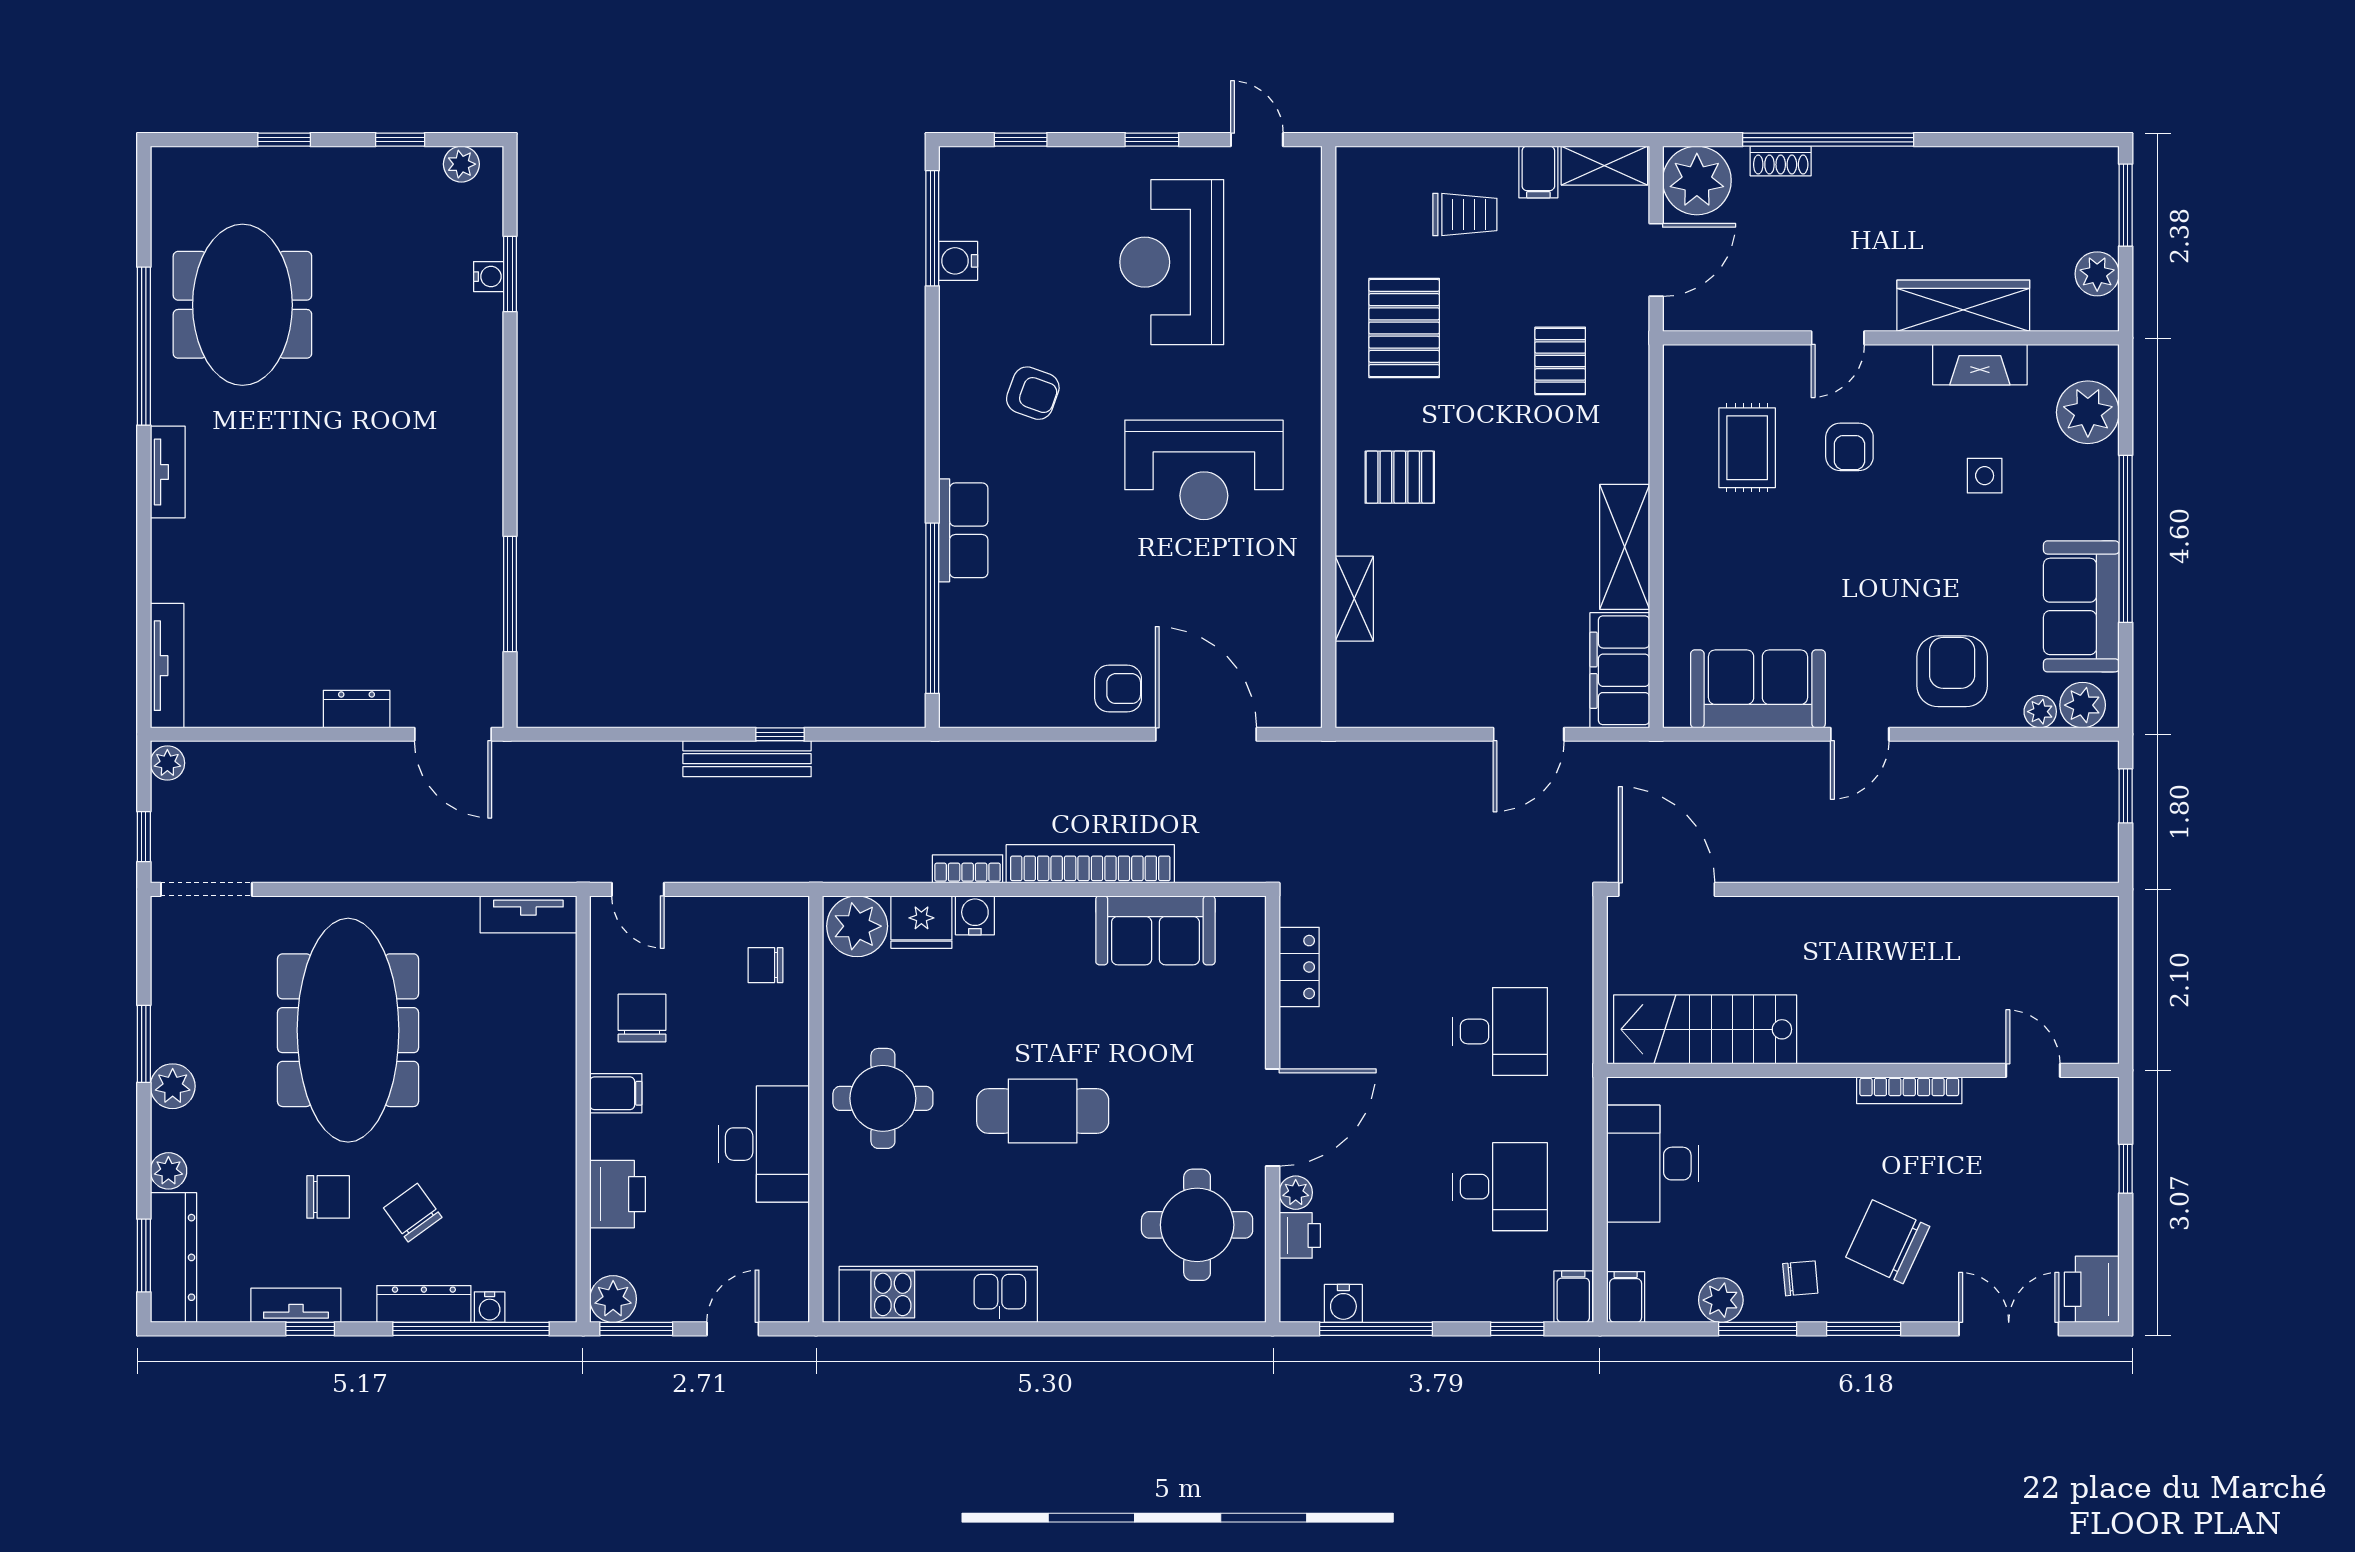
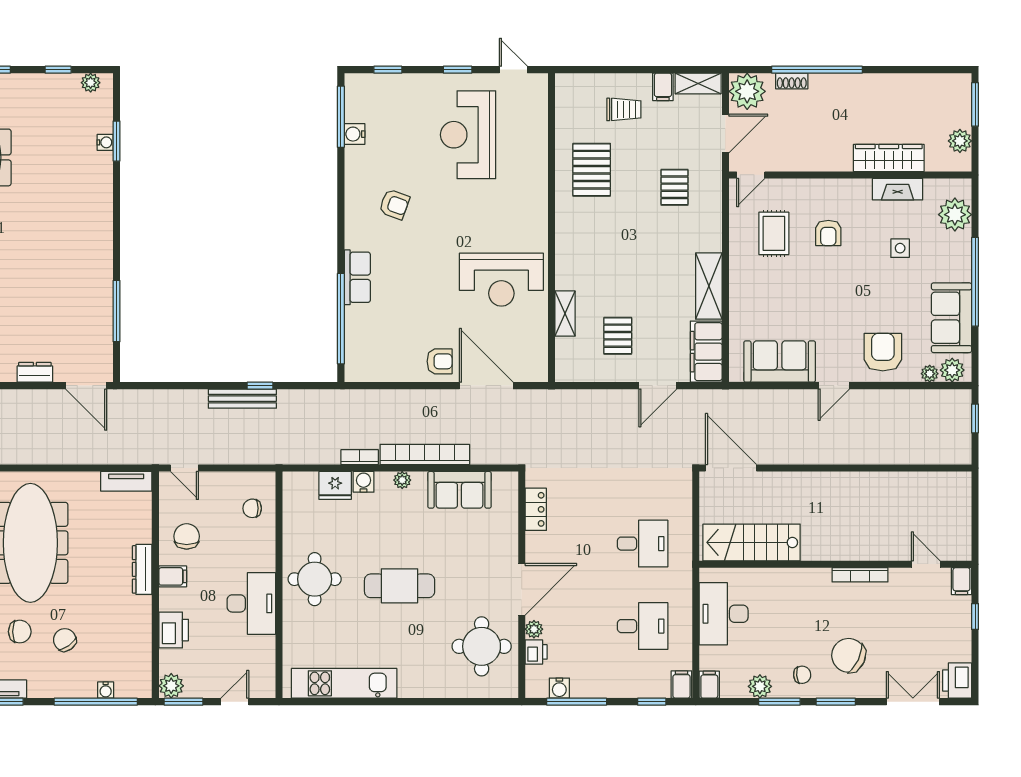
door: (1838, 338) -> (751, 175), moved
reception desk: (1204, 470) -> (501, 280), moved
pallet: (1400, 477) -> (618, 336), moved, turned 90
plant: (857, 926) -> (402, 480), moved, width x0.53, depth x0.53
filing cabinet: (2100, 1102) -> (961, 581), added
dresser: (424, 1304) -> (142, 569), moved, turned -90

